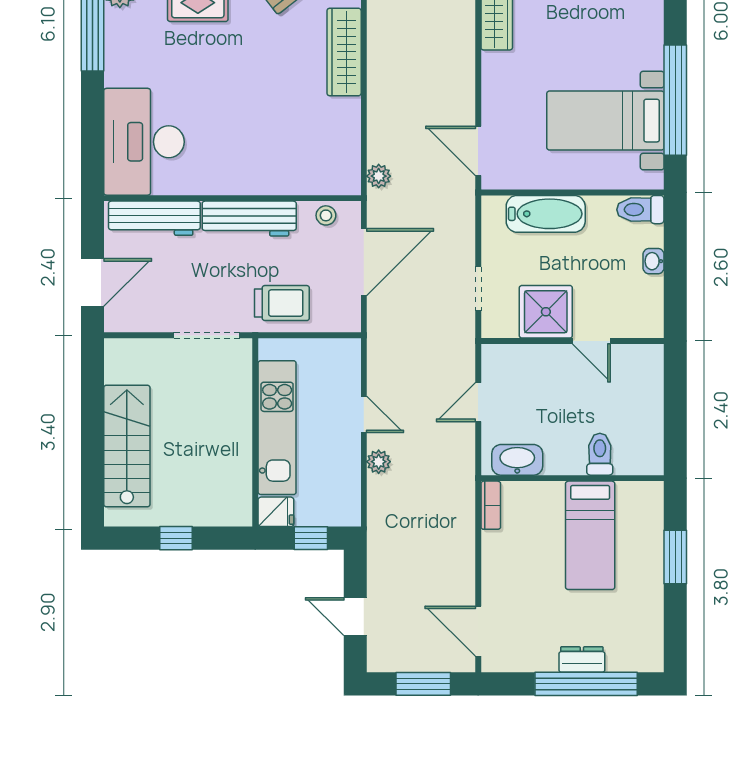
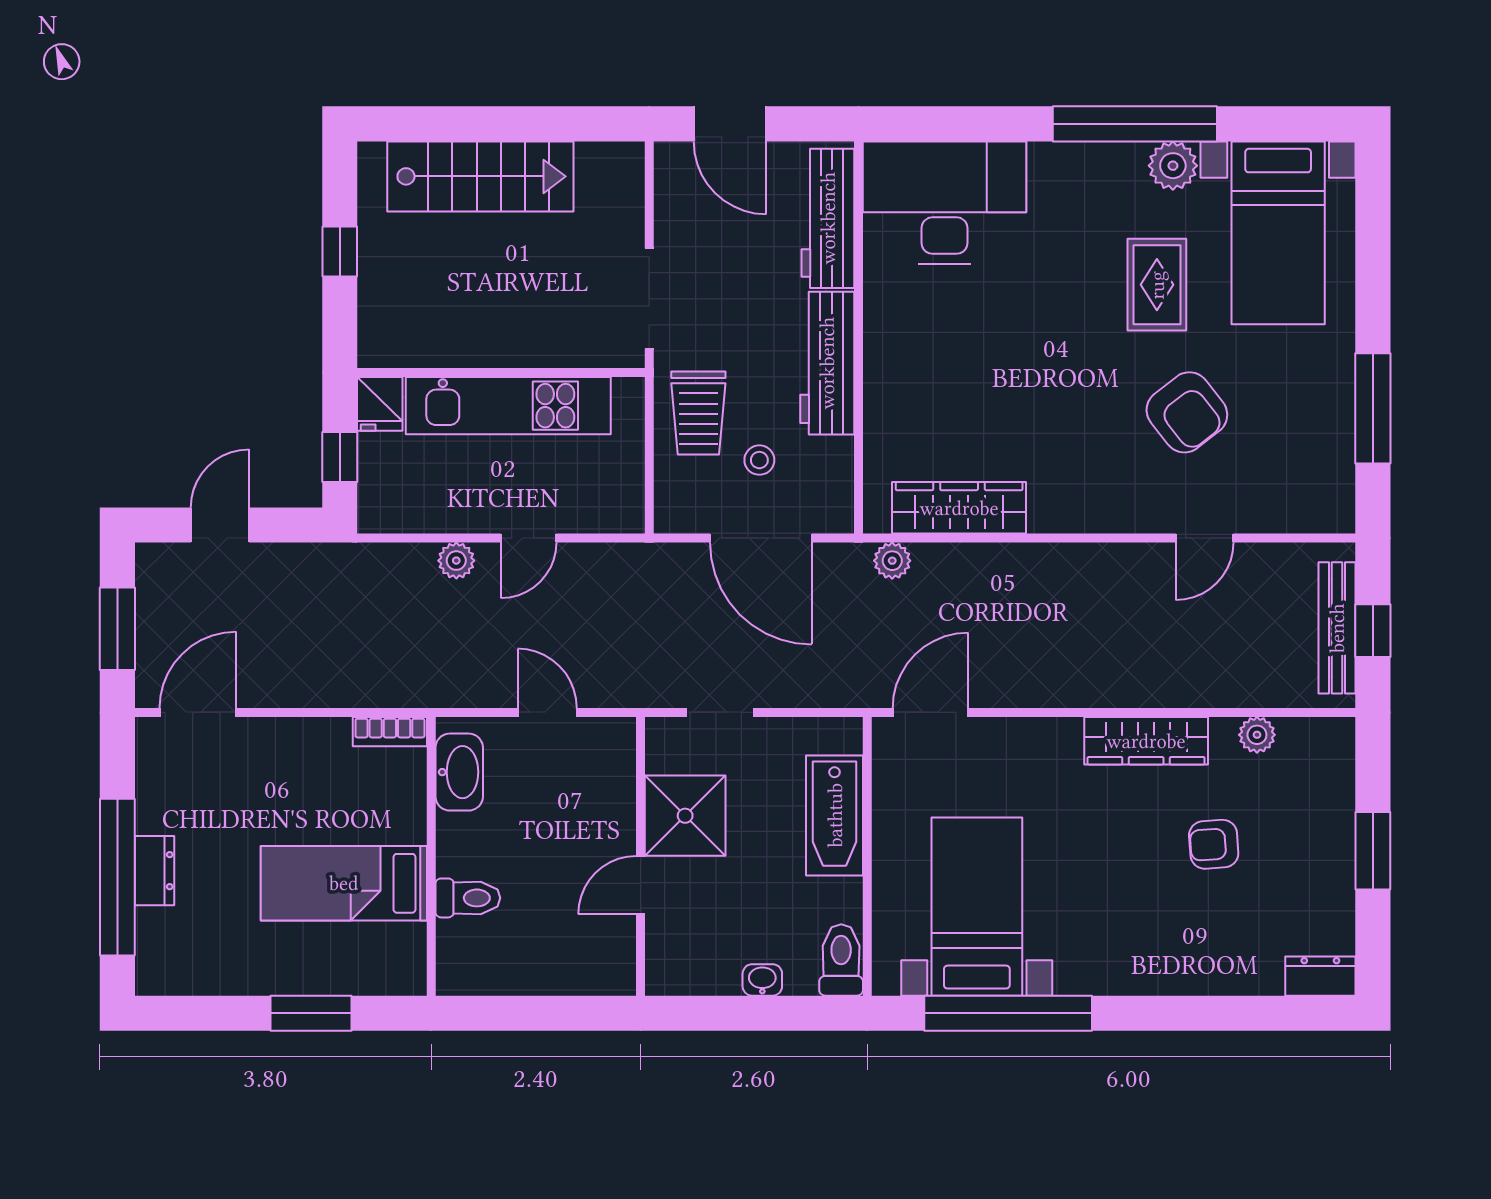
wardrobe: (344, 52) -> (959, 508), moved
stool: (326, 215) -> (759, 460), moved

